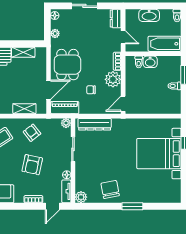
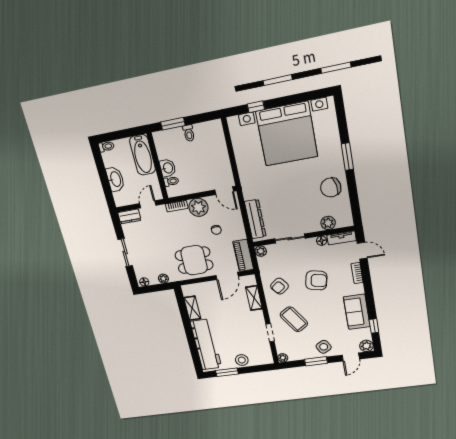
door: (48, 90) -> (227, 276), swing flipped
bed with nightstands: (159, 154) -> (287, 134), width x1.36
plant: (81, 197) -> (328, 223), moved

